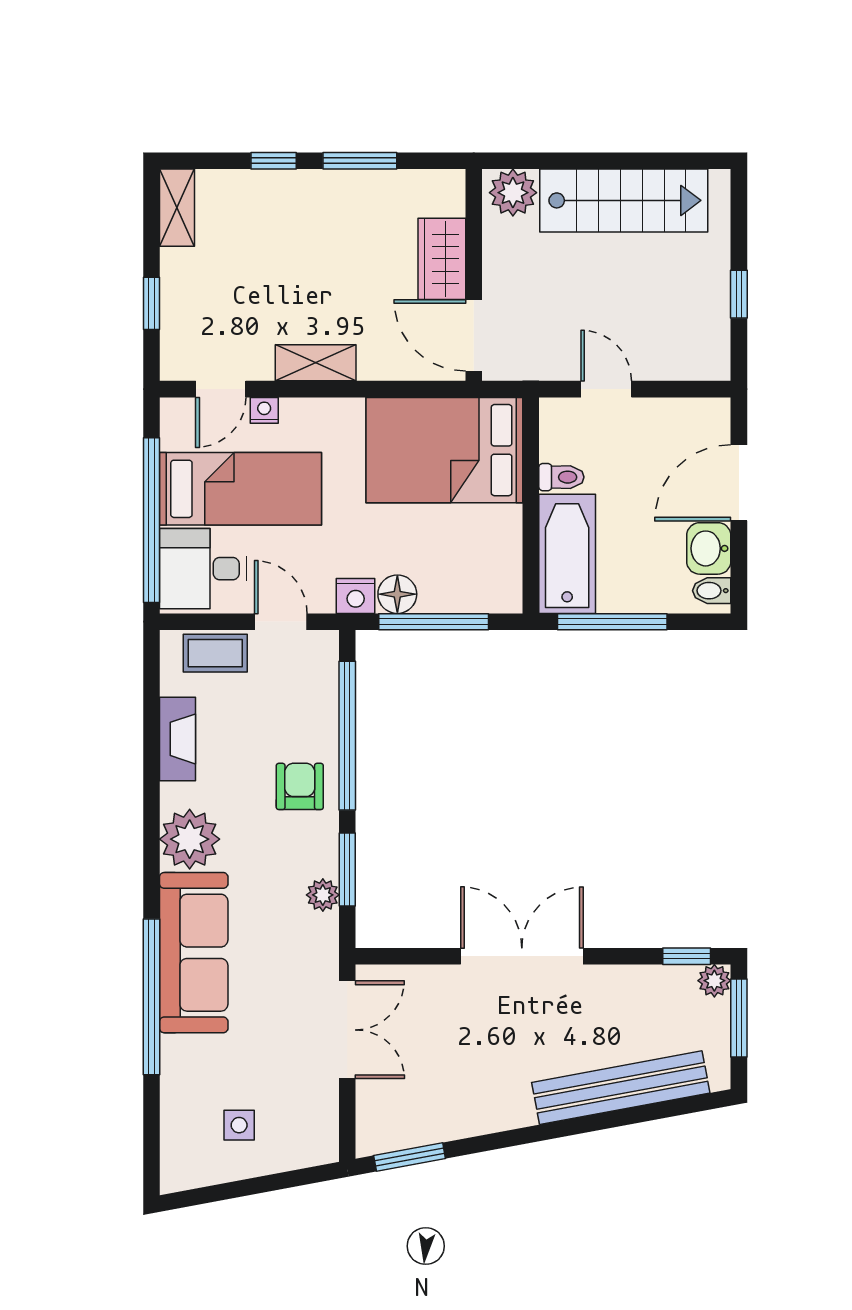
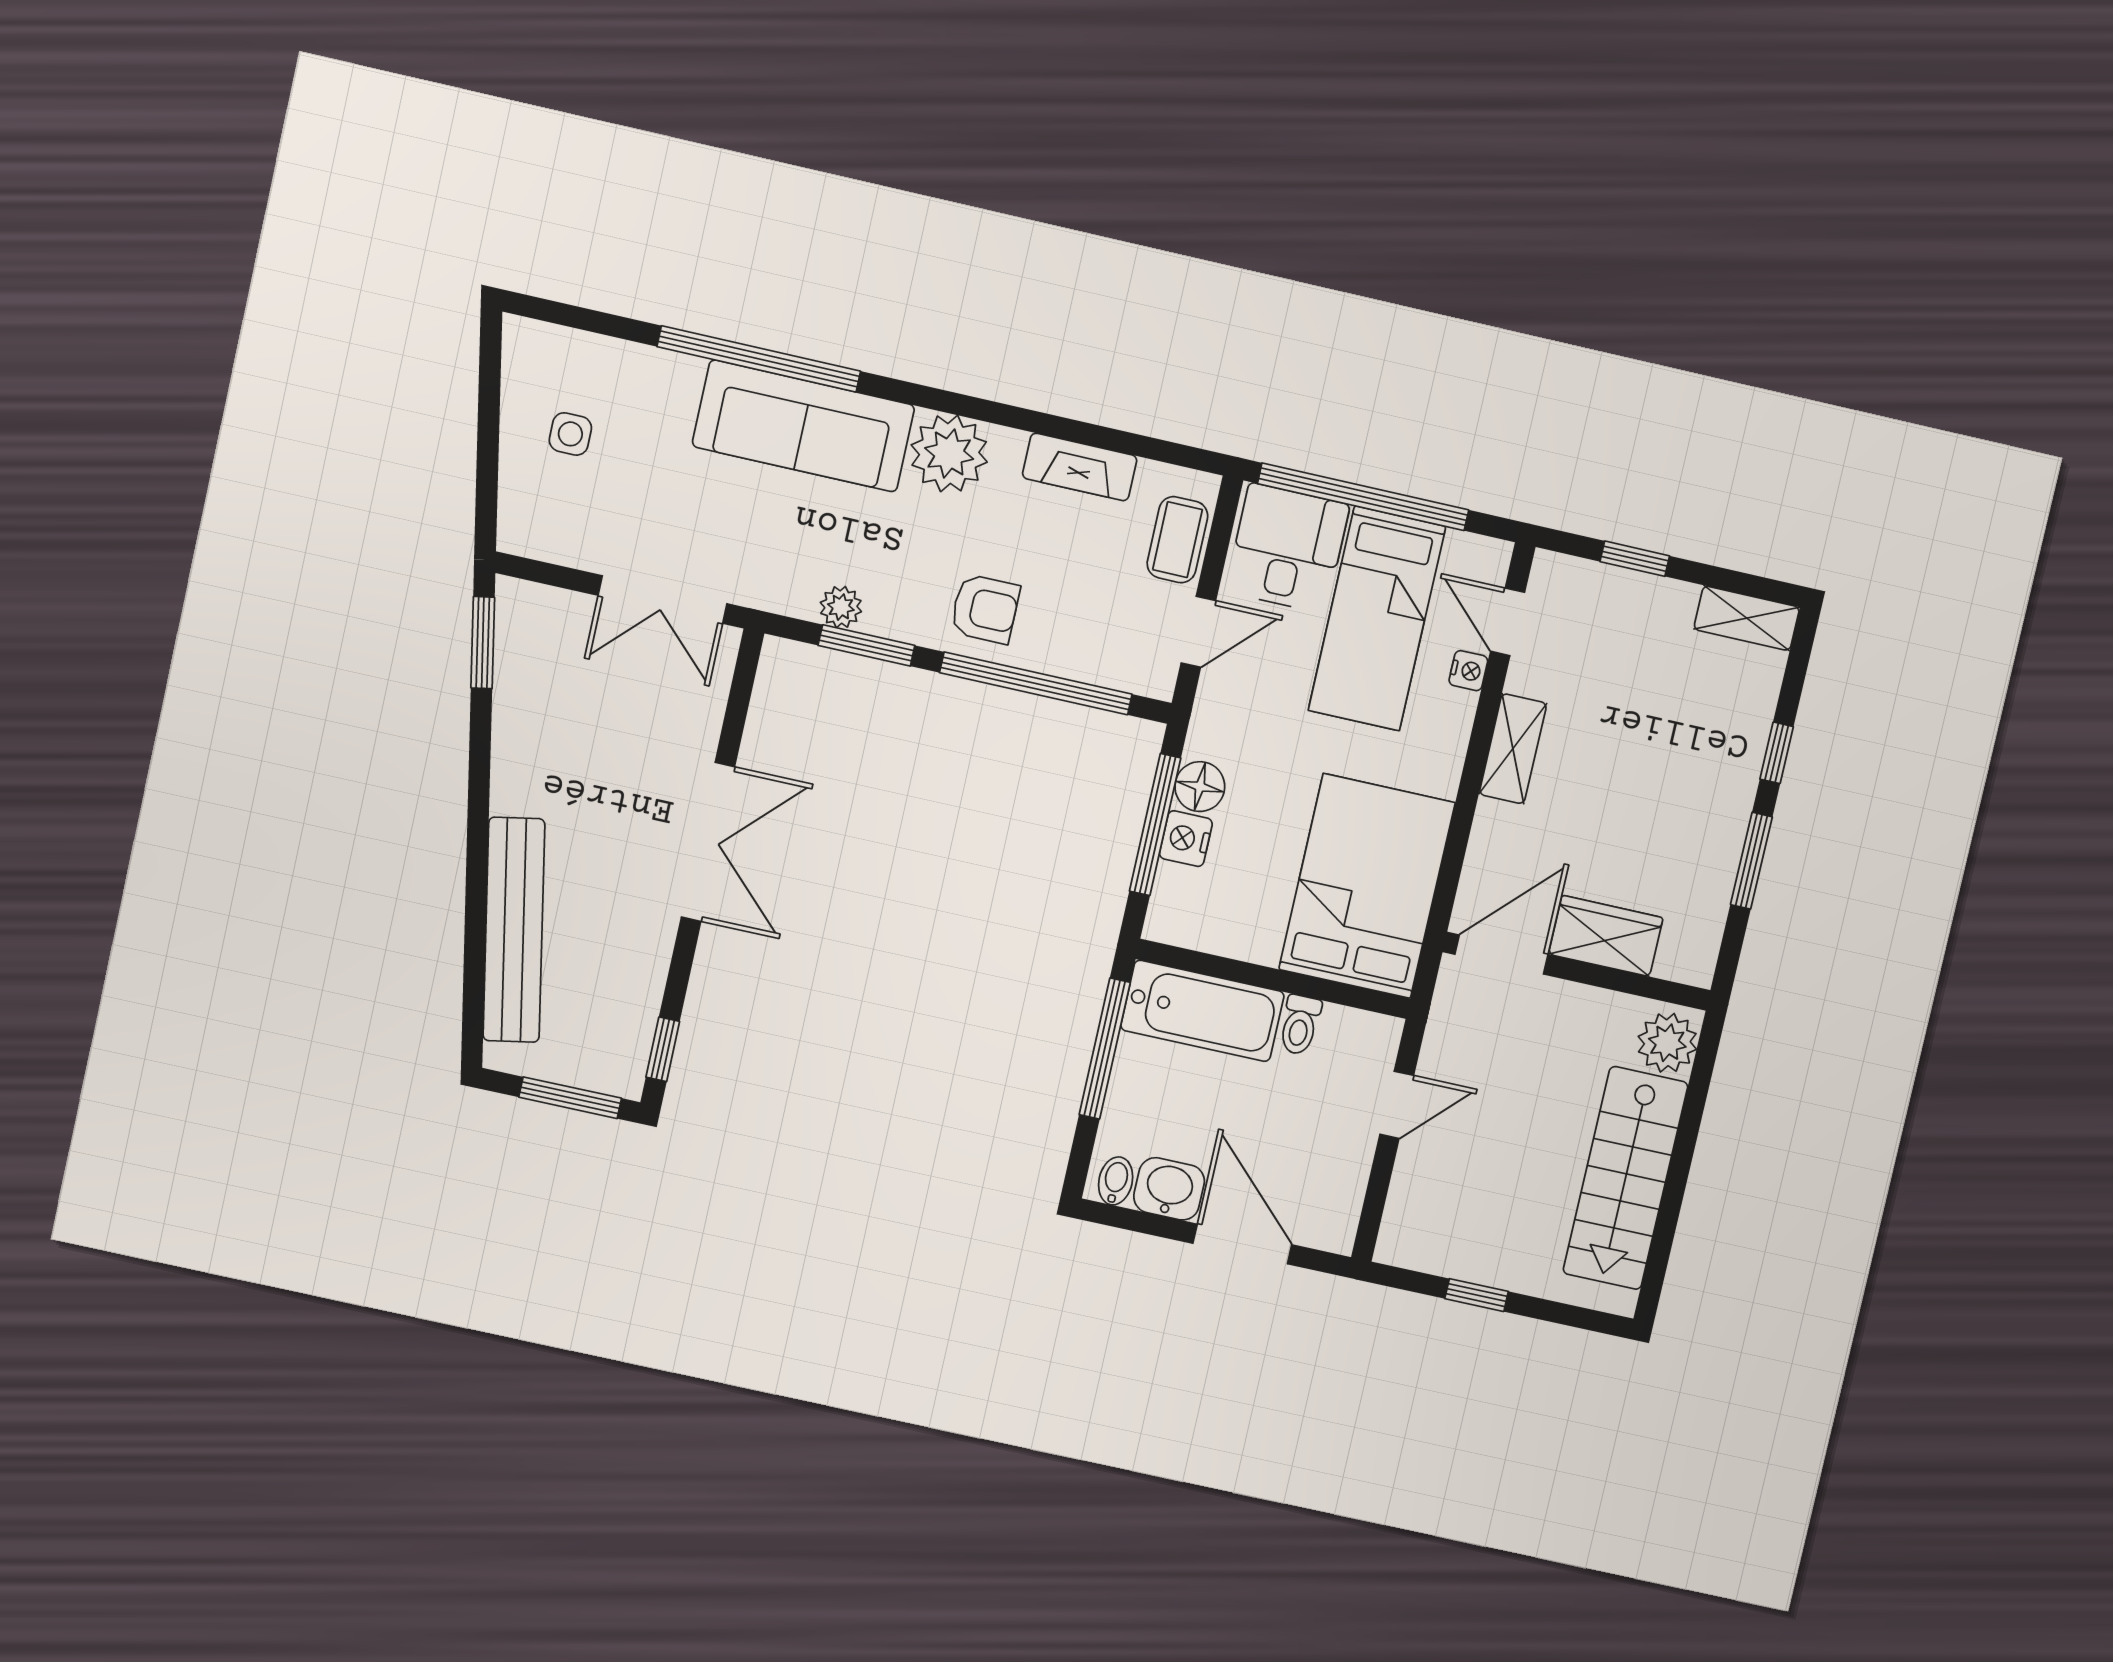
nightstand: (356, 596) -> (1186, 839), moved
plant: (714, 981) -> (624, 1077), removed

